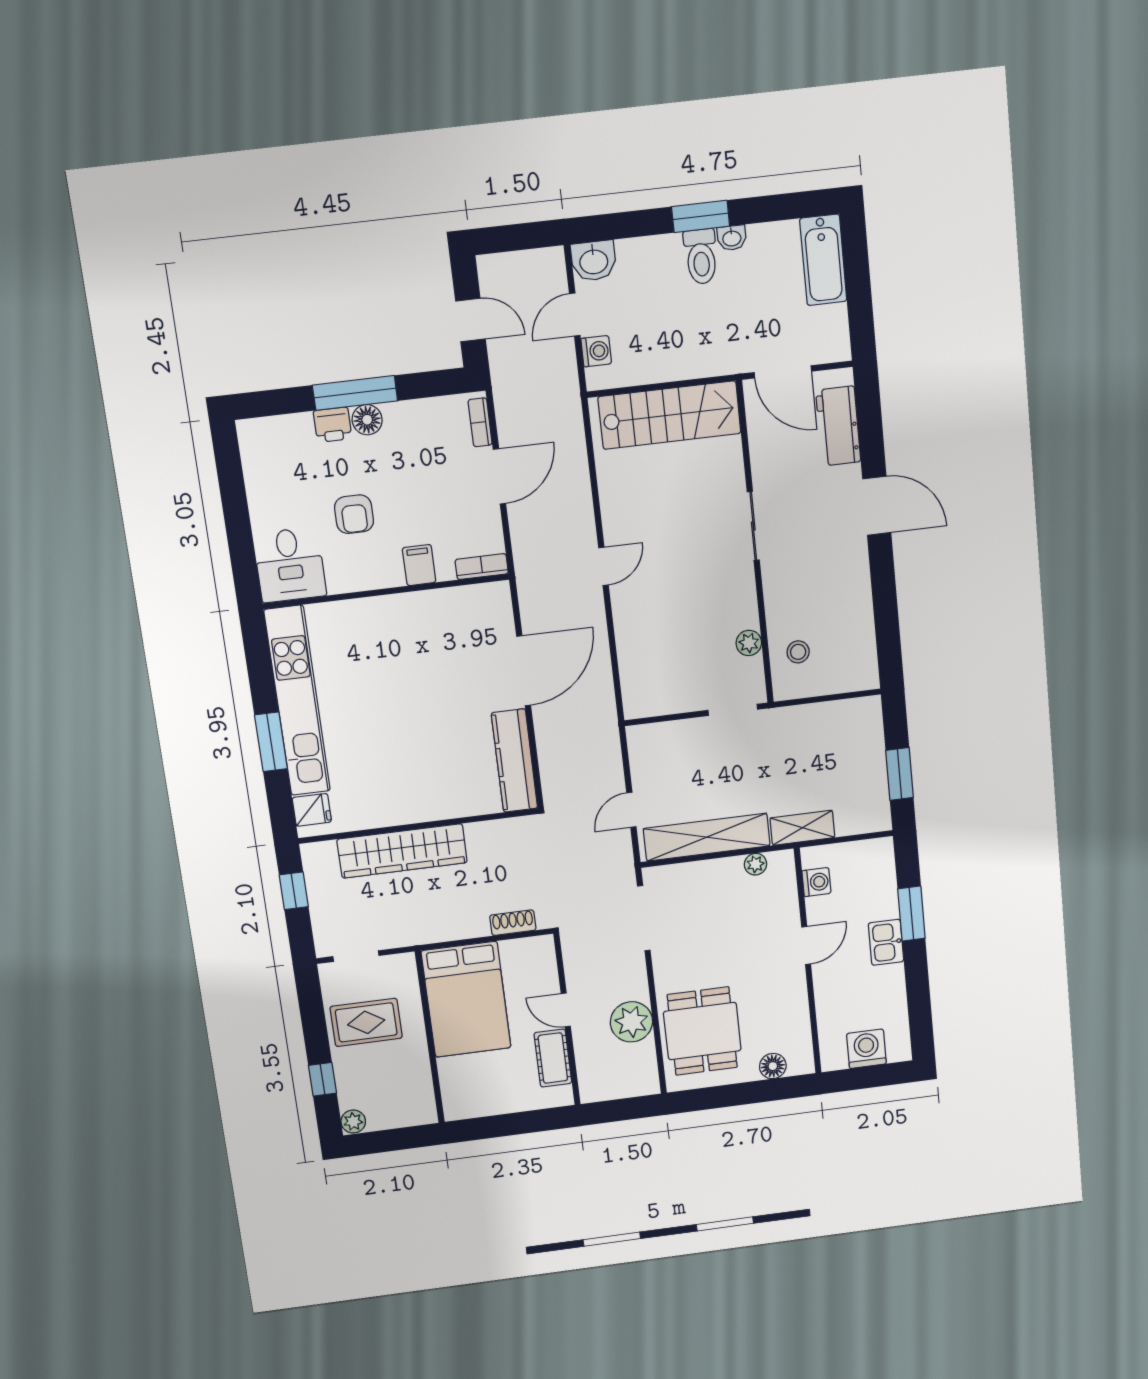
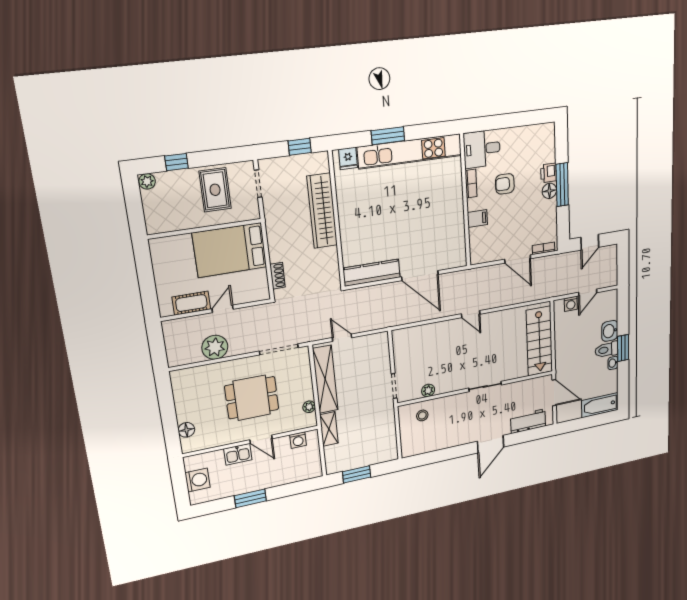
washbasin: (594, 261) -> (610, 331), moved
door: (575, 315) -> (588, 293), swing flipped
door: (783, 372) -> (554, 393), swing flipped
bookcase: (482, 567) -> (471, 184), moved
window: (911, 914) -> (250, 498), moved
kitchen sink: (886, 942) -> (238, 454), moved, turned 180
dining table: (702, 1031) -> (252, 398), moved

